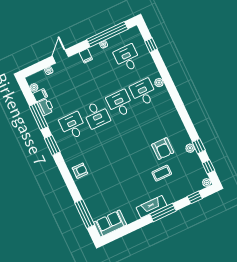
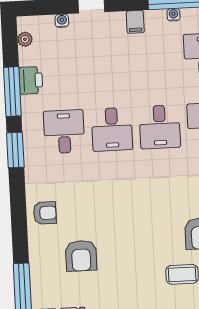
filing cabinet: (40, 95) -> (30, 57), removed
desk: (120, 104) -> (160, 127), turned 180
armchair: (107, 185) -> (81, 256), added

